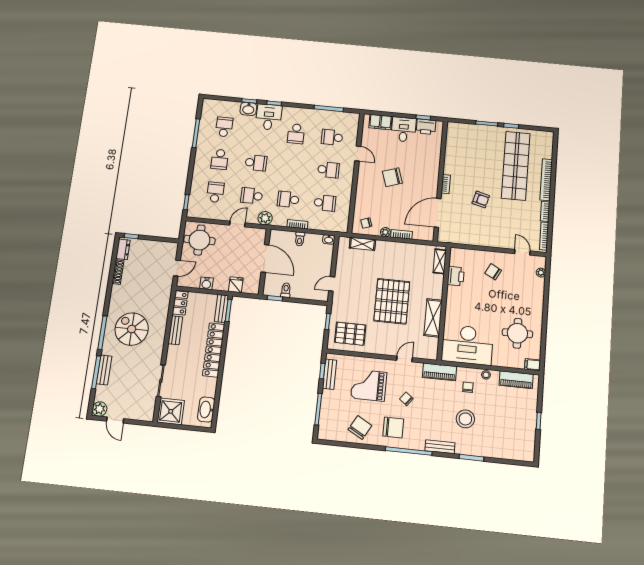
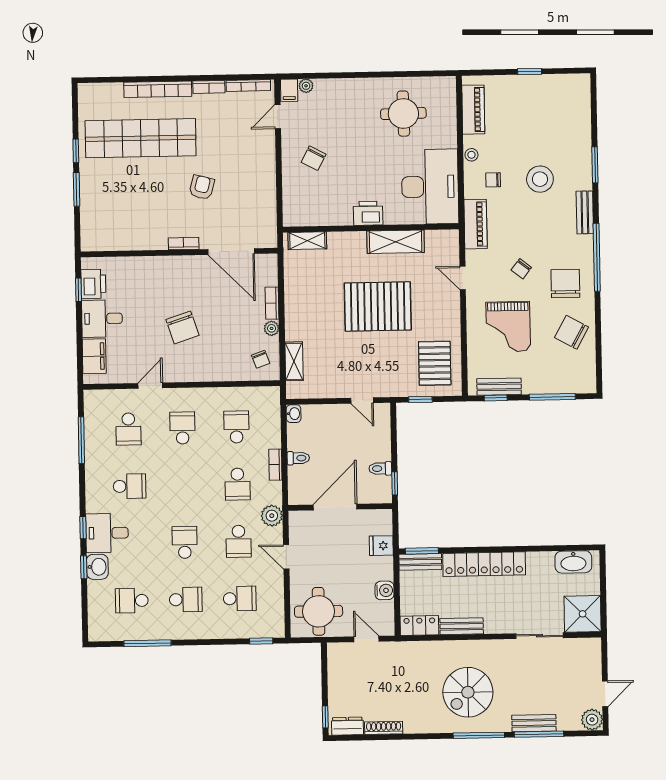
school desk: (215, 192) -> (240, 599), turned 180
printer: (456, 276) -> (368, 213), moved
filing cabinet: (533, 365) -> (289, 90), moved

